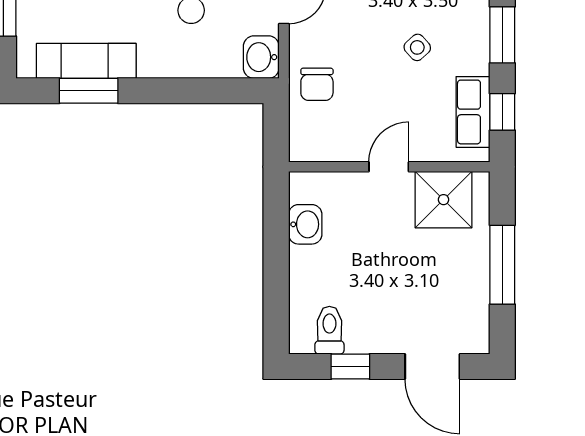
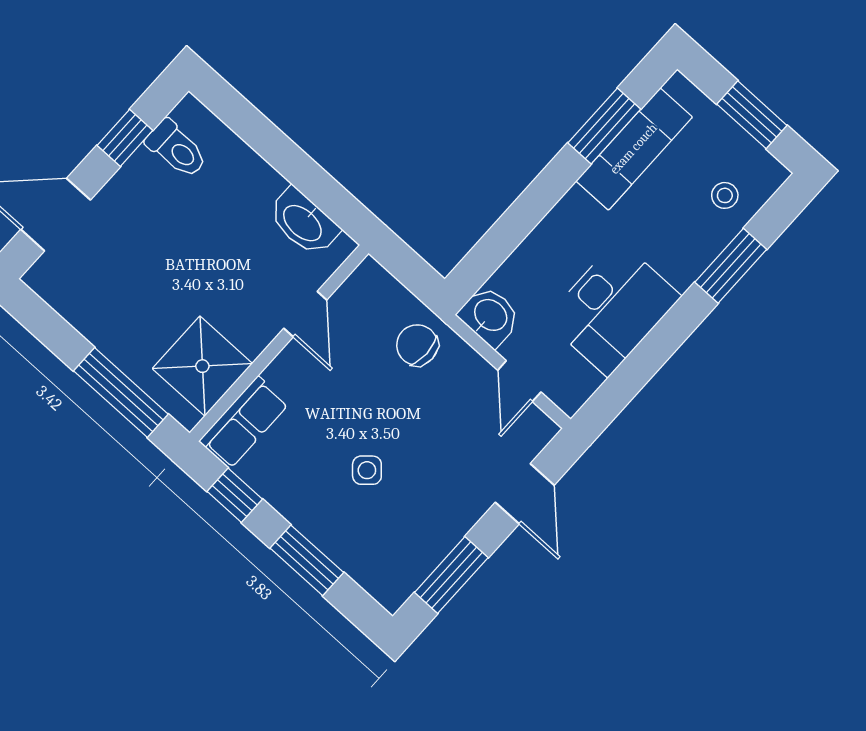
row of seats: (473, 112) -> (244, 422), moved, turned 90
door: (389, 167) -> (305, 314), moved
washbasin: (305, 224) -> (303, 222), width x1.38
window: (502, 265) -> (121, 392), moved

